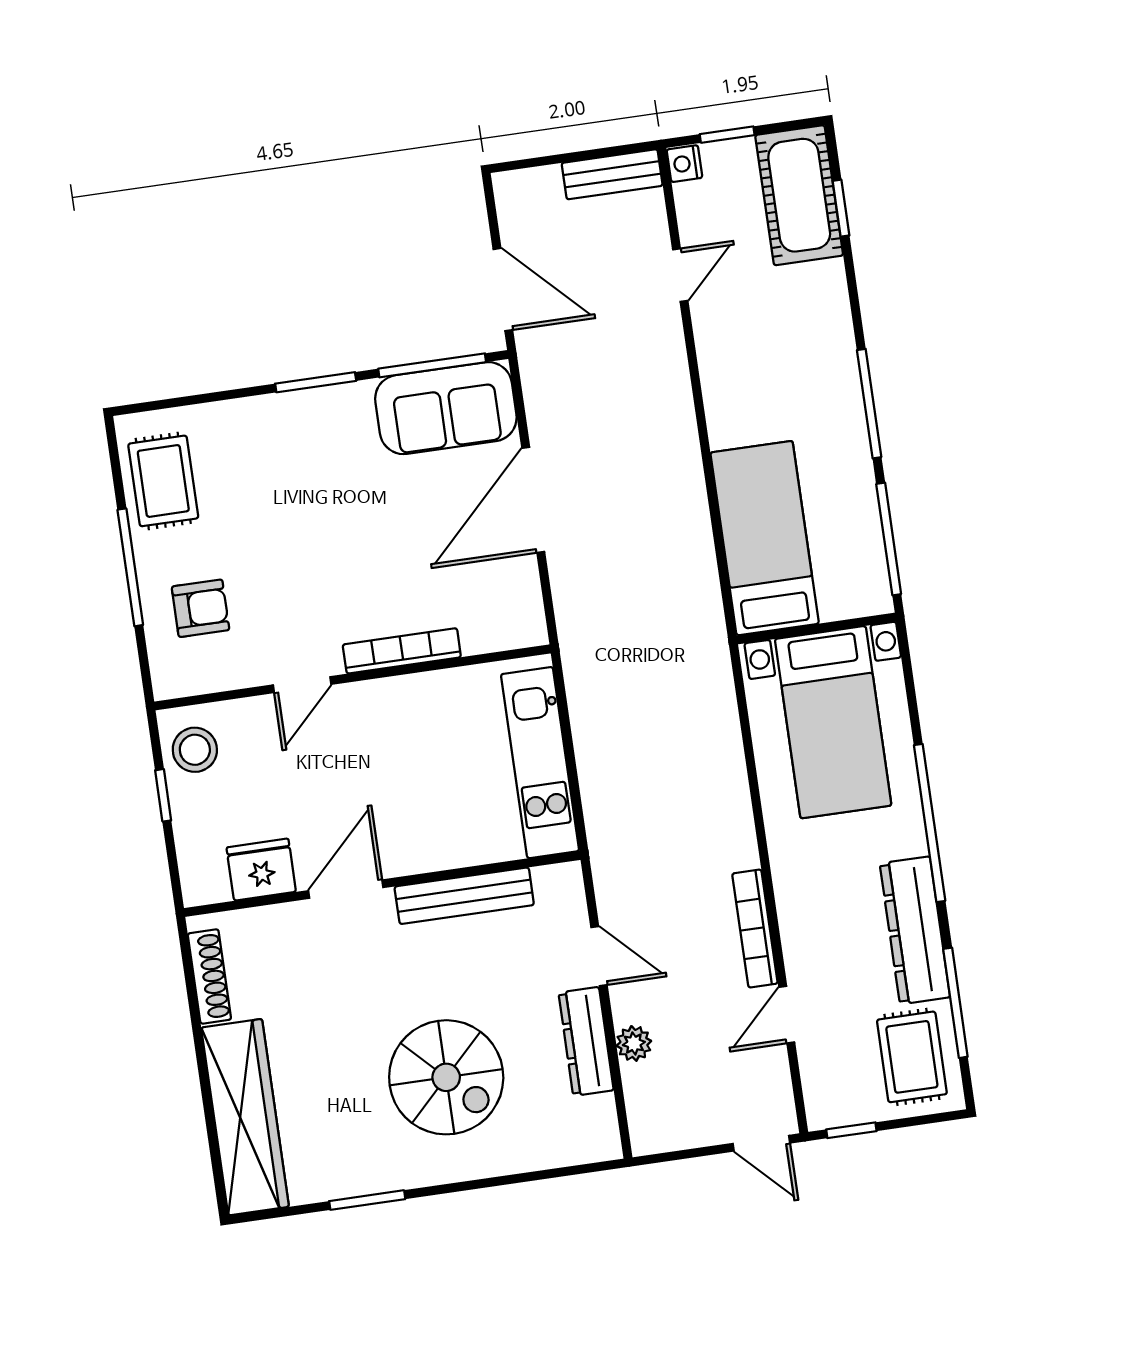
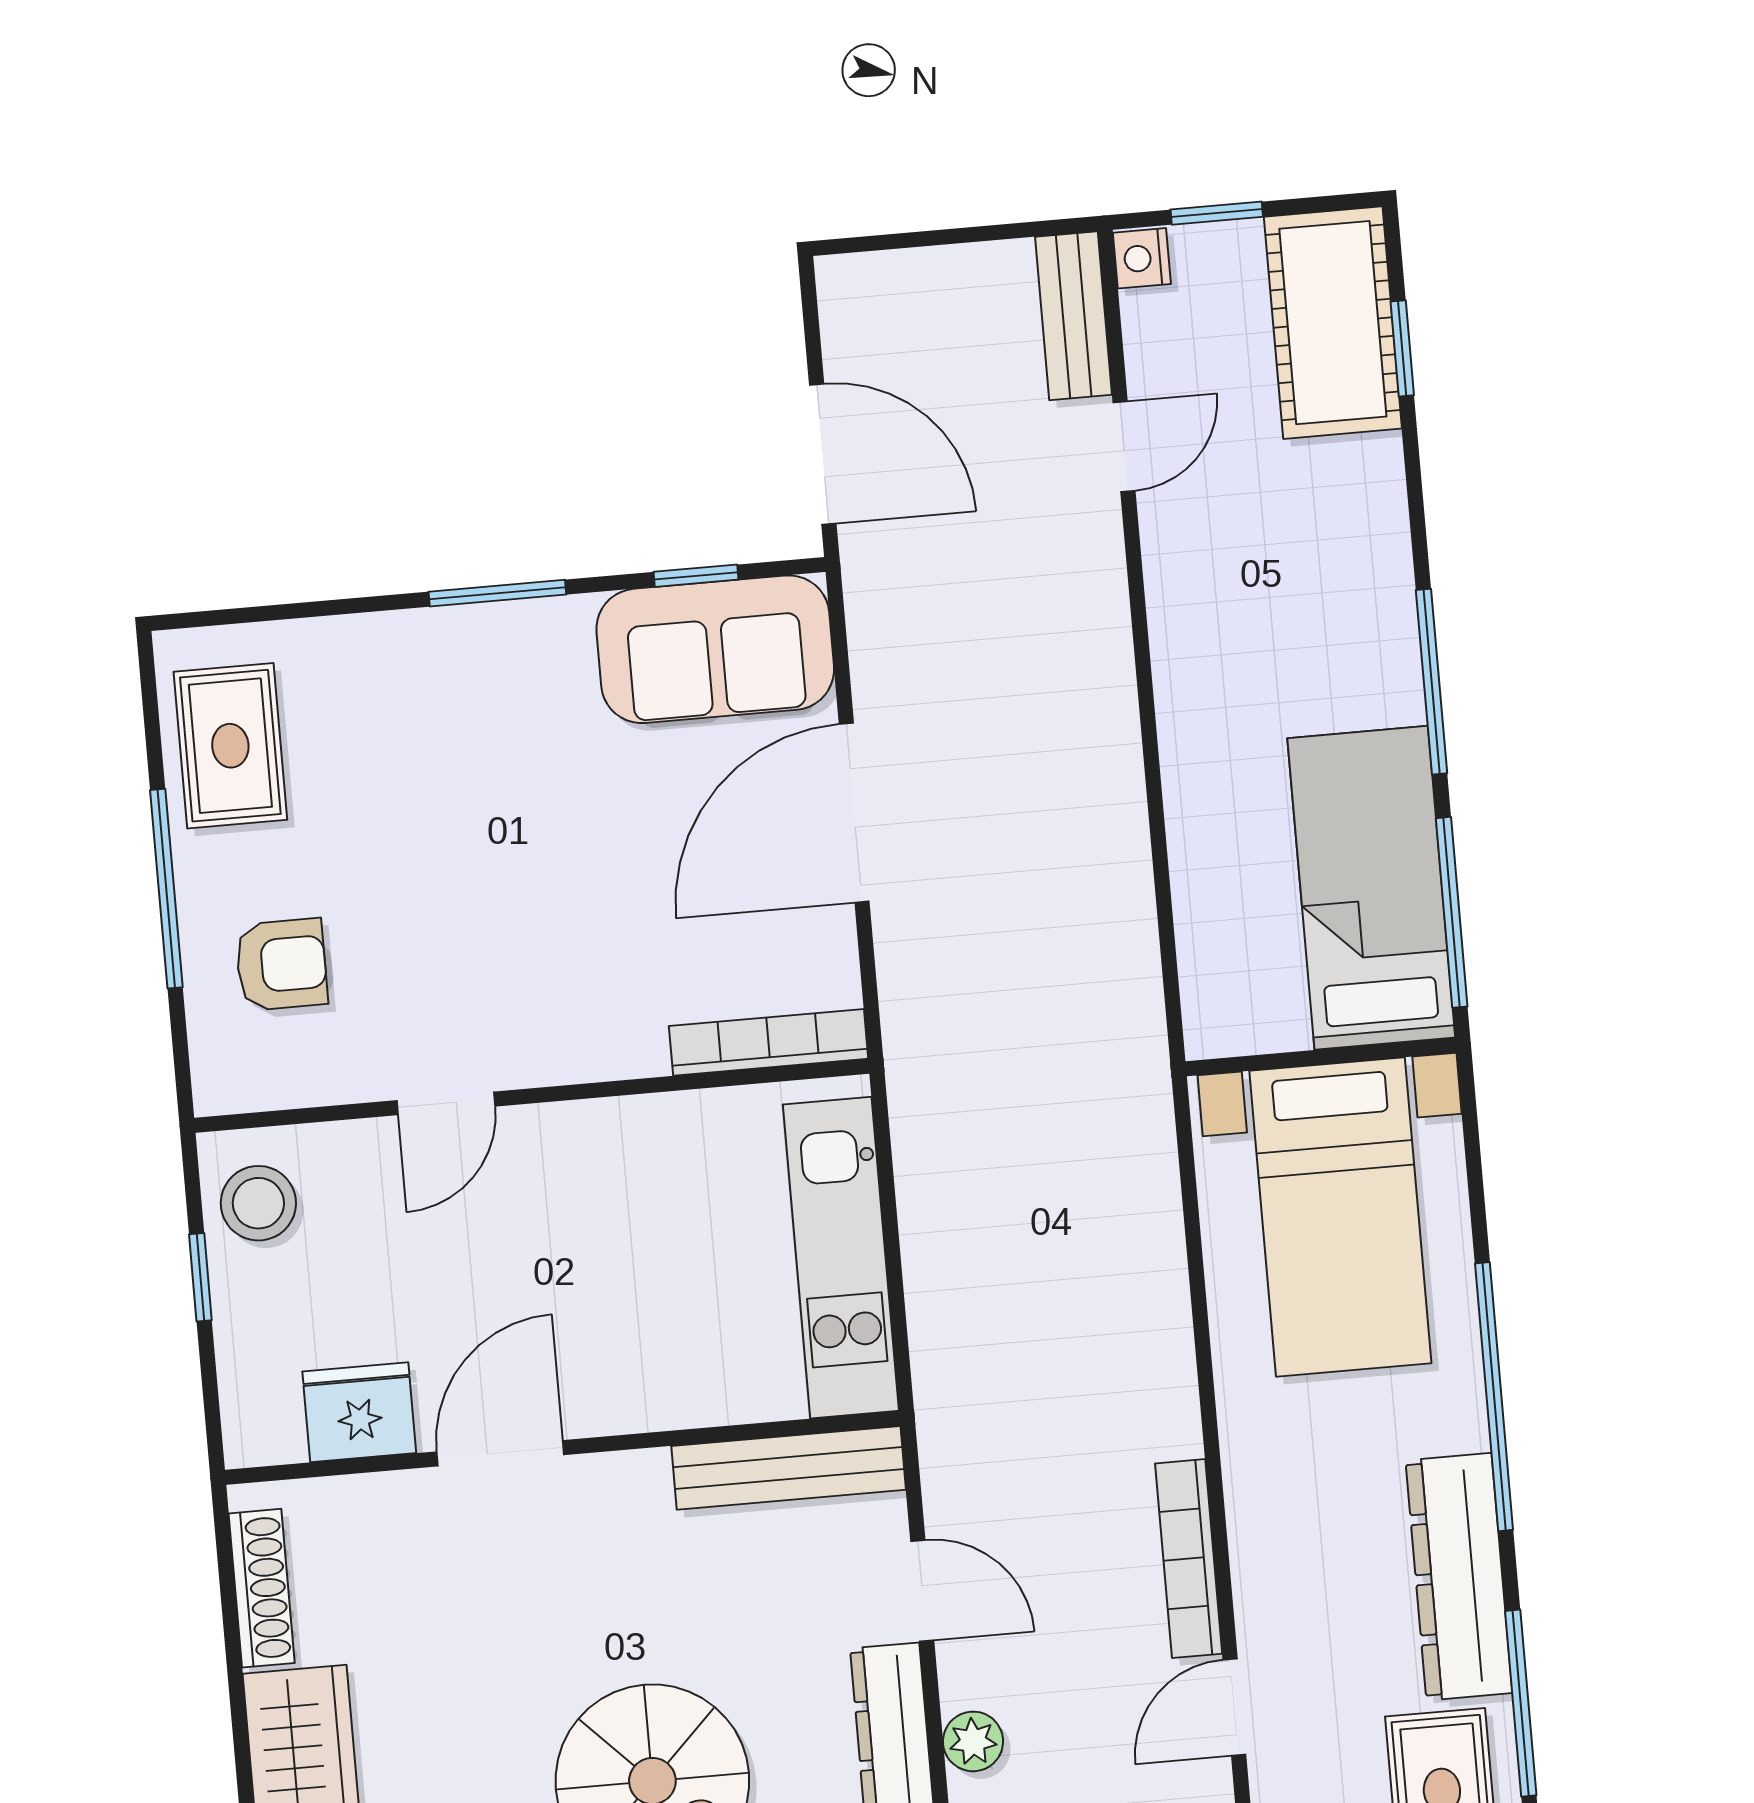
bench: (612, 174) -> (1074, 316), moved, turned 90
window: (432, 365) -> (696, 576), width x0.46
bed: (765, 538) -> (1371, 888), moved
bookcase: (402, 651) -> (769, 1042), moved
bench: (464, 896) -> (789, 1468), moved

